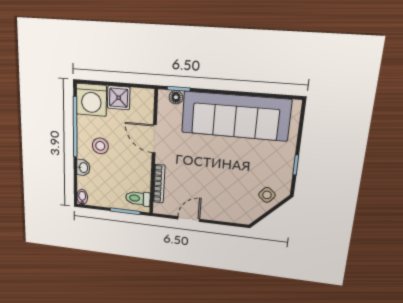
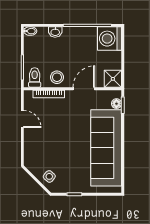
shower: (119, 98) -> (113, 79), moved
stool: (100, 146) -> (57, 77), moved

